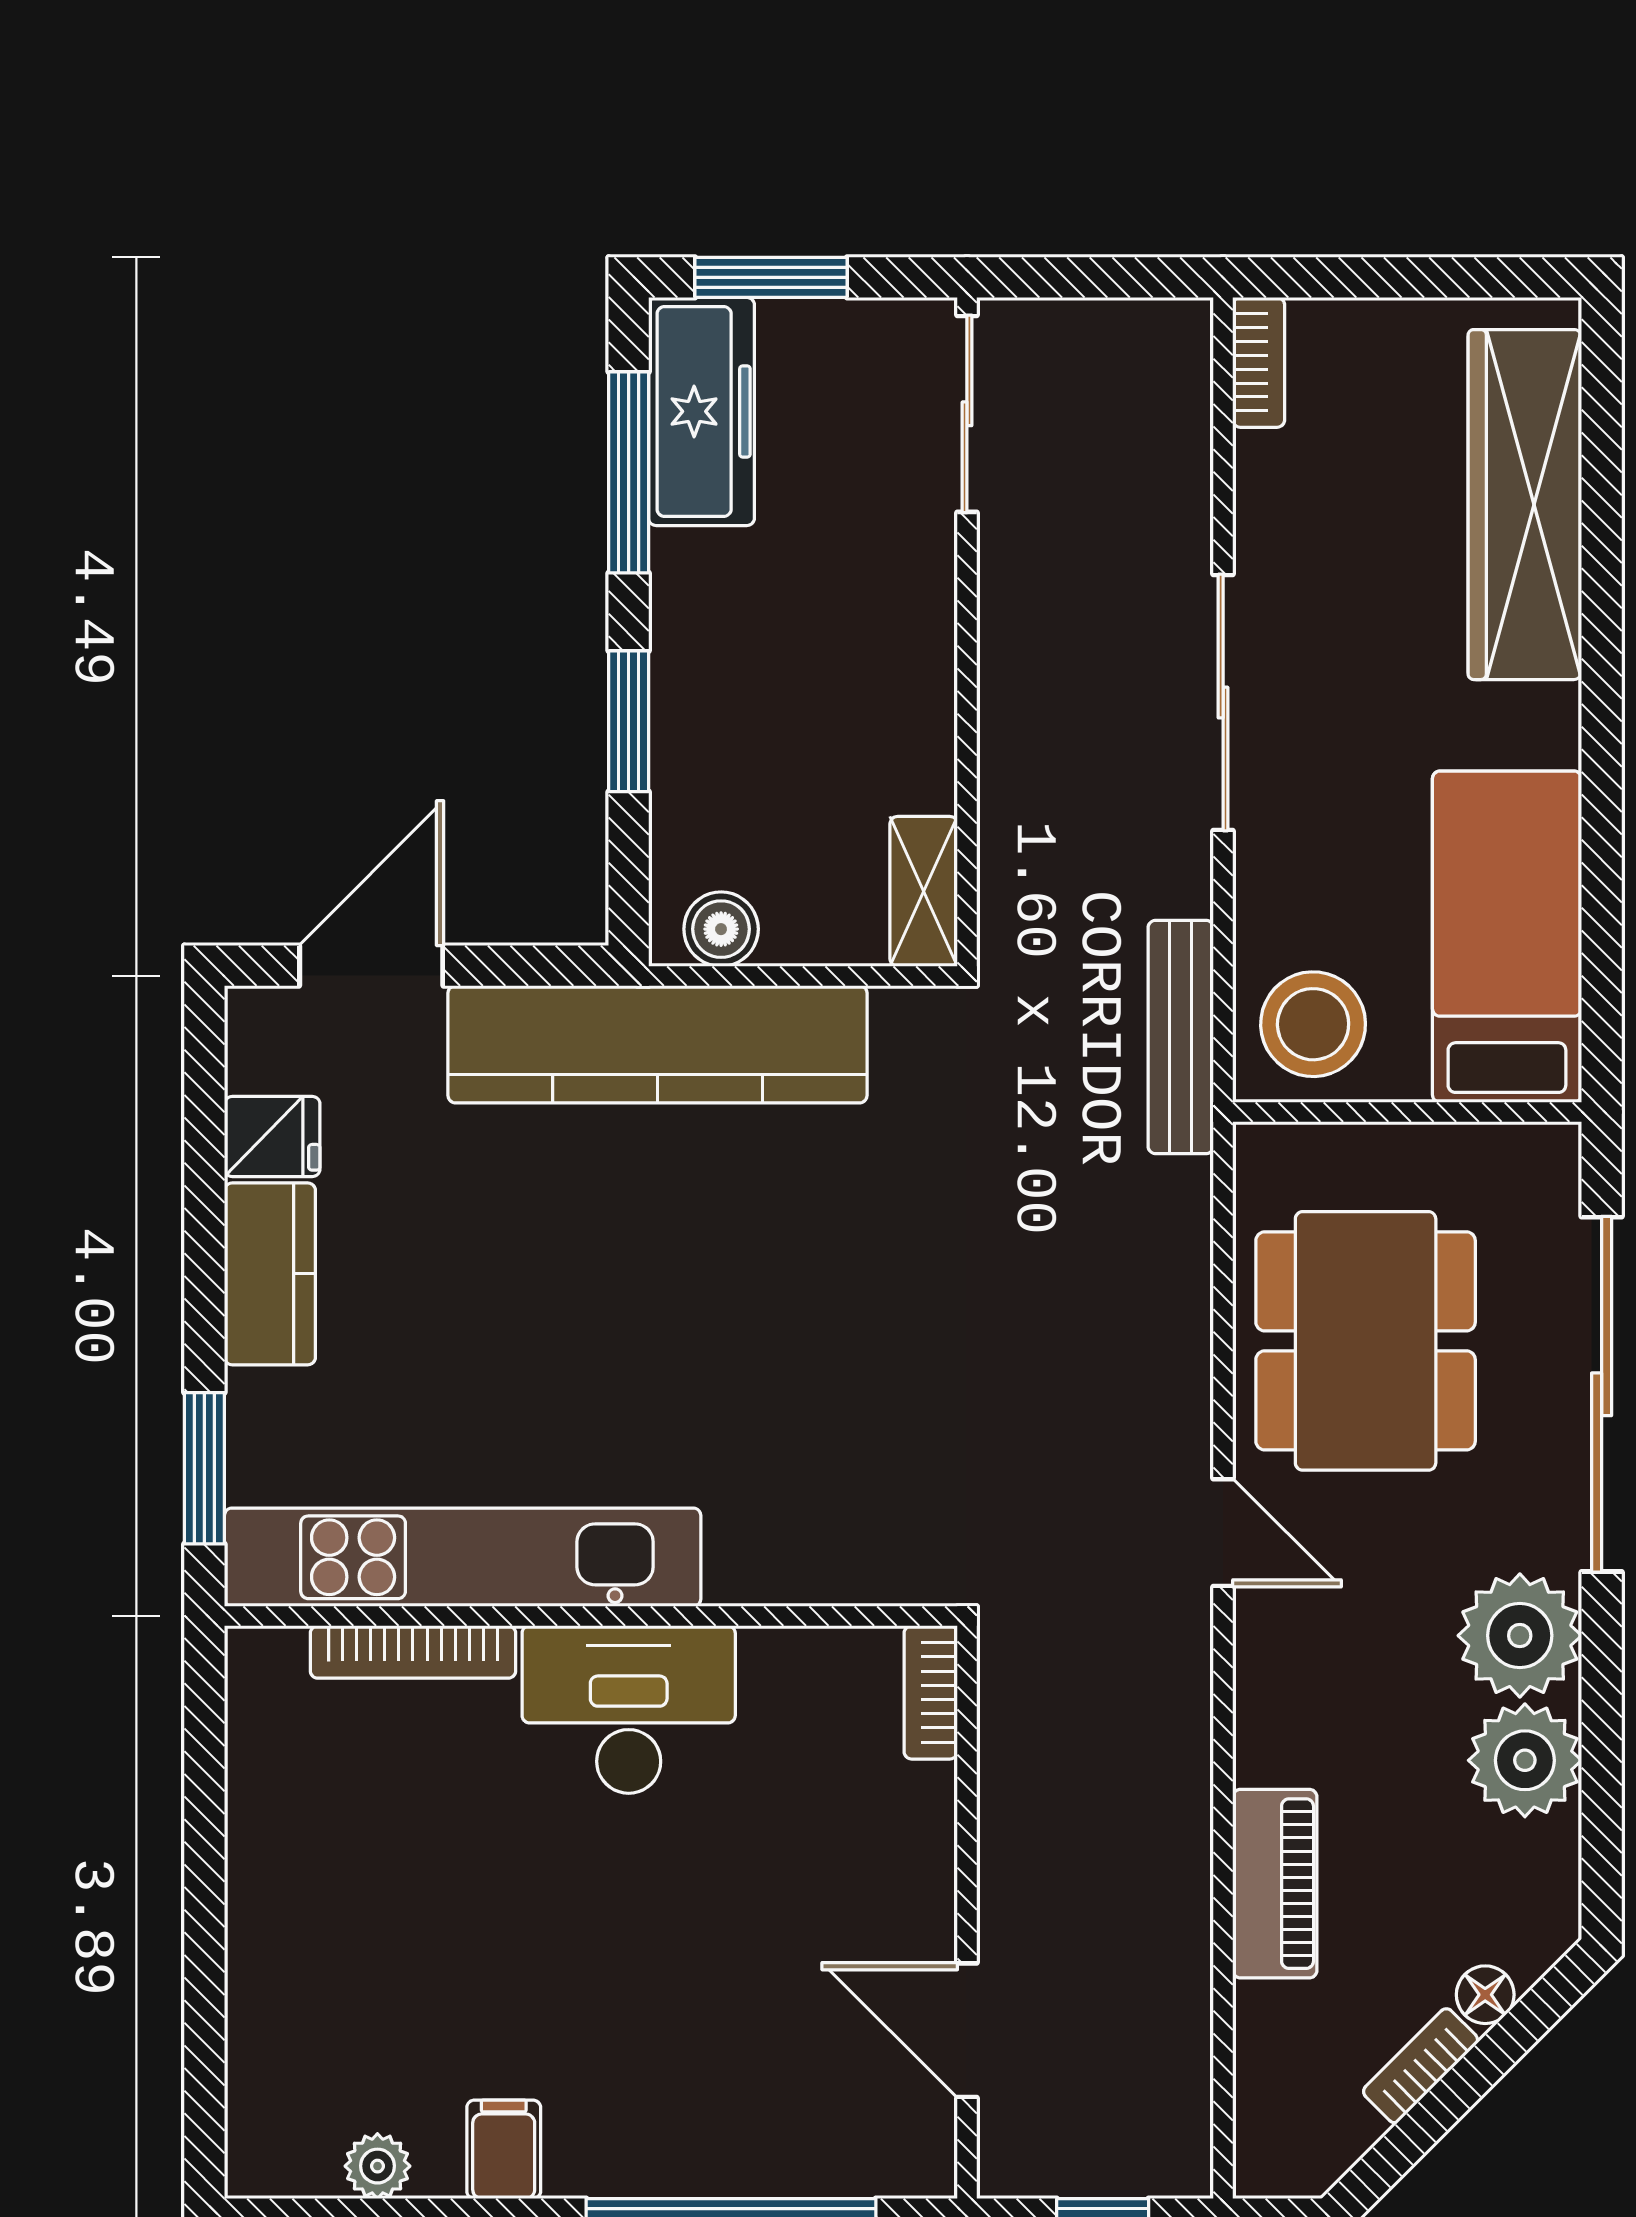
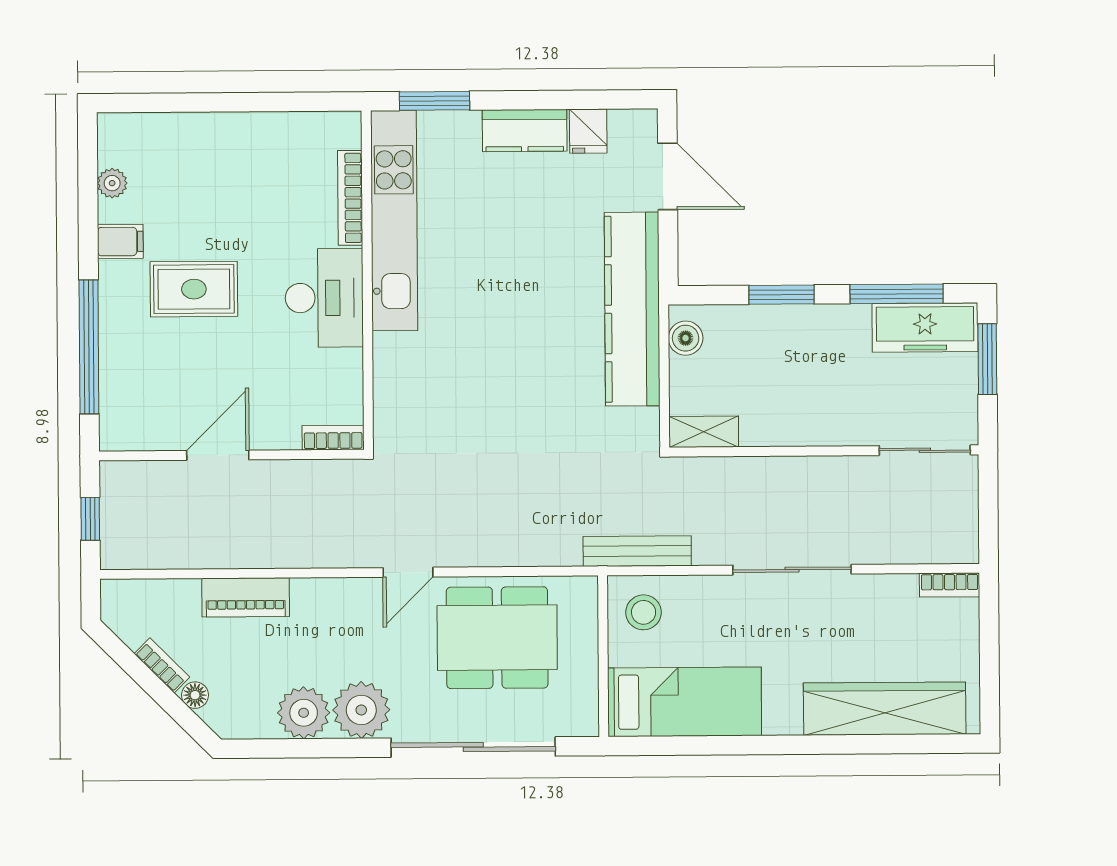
stool: (1313, 1024) -> (644, 612), width x0.73, depth x0.73
rug: (608, 1991) -> (194, 289), added
door: (967, 2030) -> (218, 455), moved

